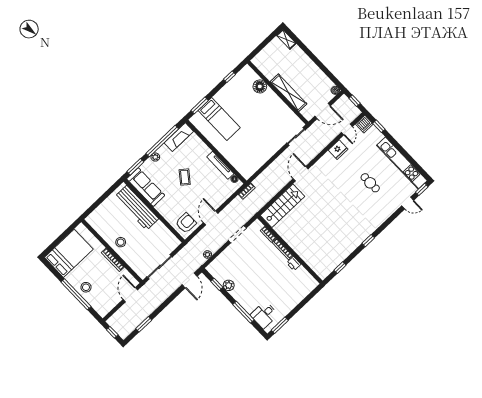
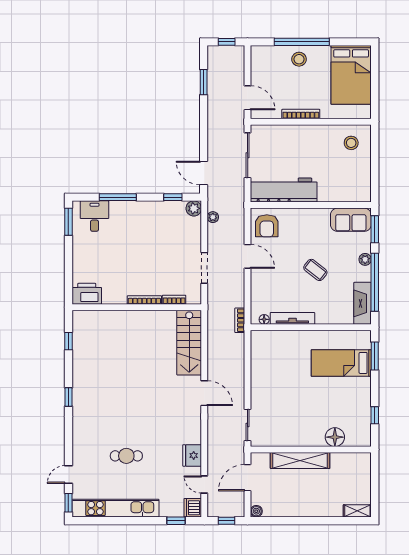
sofa: (146, 187) -> (351, 220), width x0.73
workbench: (137, 208) -> (284, 190), moved
stool: (121, 242) -> (351, 143), moved
printer: (294, 264) -> (87, 294), moved, width x1.87, depth x1.48
plant: (229, 285) -> (194, 208), moved

